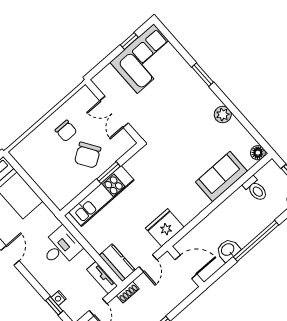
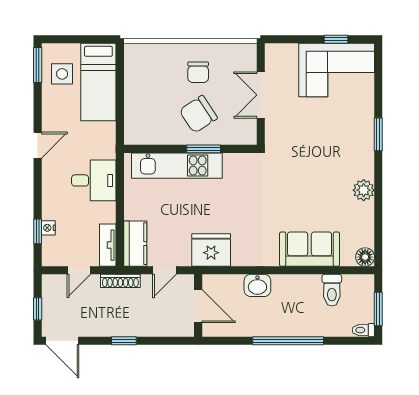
washbasin: (228, 250) -> (257, 285), moved, turned 180
shoe rack: (128, 292) -> (120, 281), width x1.43

